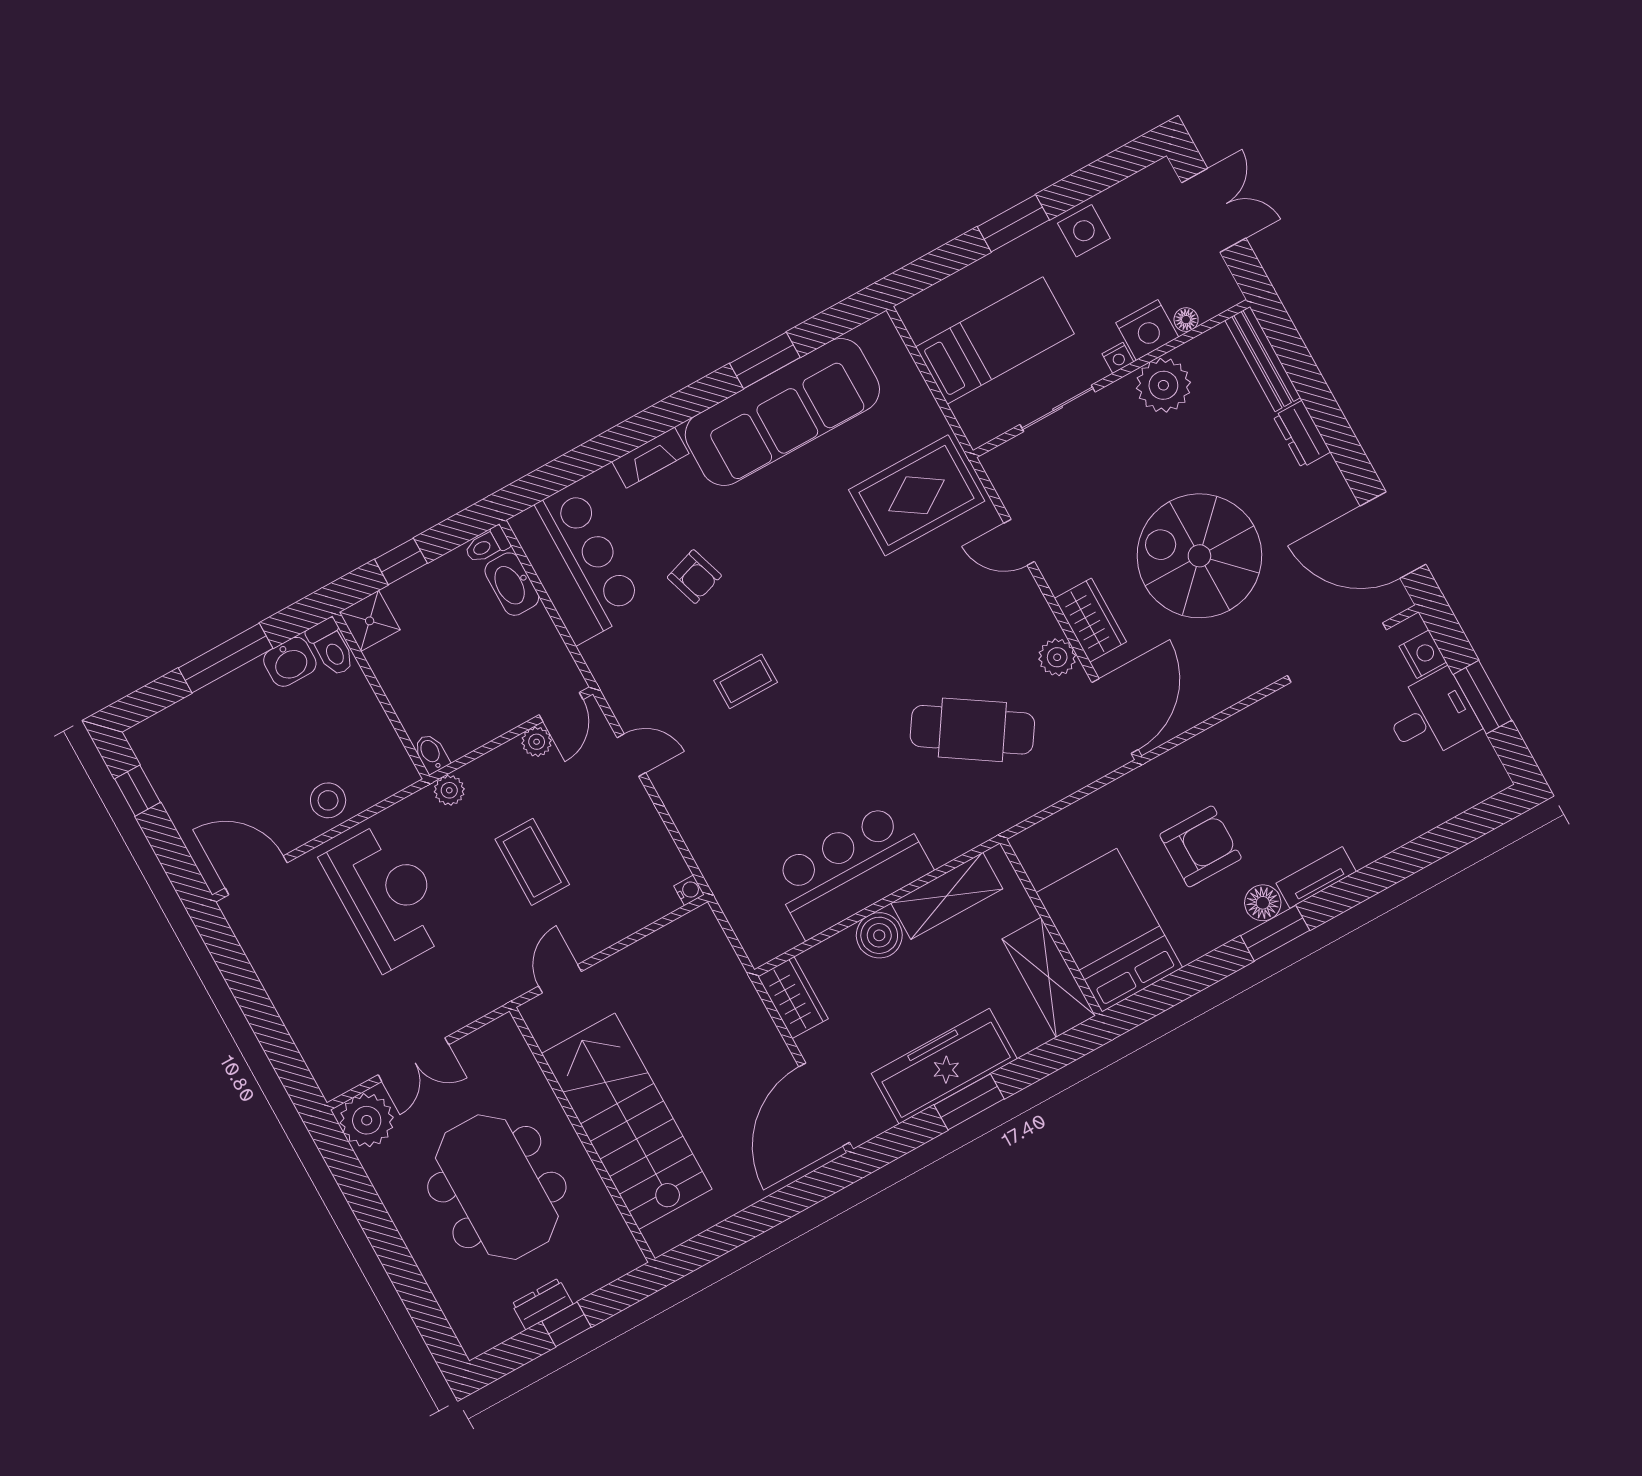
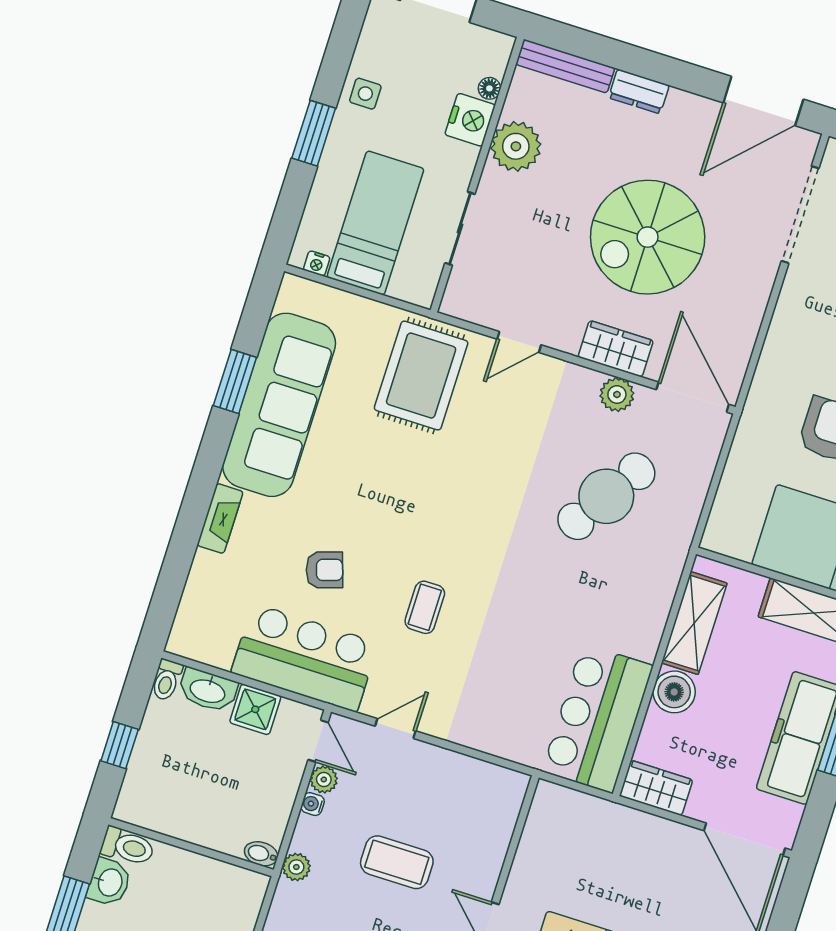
side table: (1084, 231) -> (365, 94), width x0.73, depth x0.73
nightstand: (1118, 358) -> (317, 263), moved, turned 90
bar counter: (576, 564) -> (305, 658), moved
shower: (370, 621) -> (255, 709), moved
bar counter: (850, 870) -> (598, 718), moved
water cooler: (689, 890) -> (313, 804), moved, turned -90

